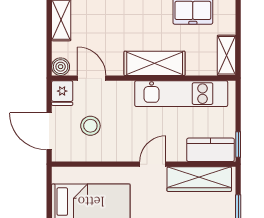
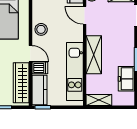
door: (92, 78) -> (85, 15), swing flipped
stool: (90, 126) -> (41, 29), moved
dishwasher: (176, 149) -> (40, 68), added

